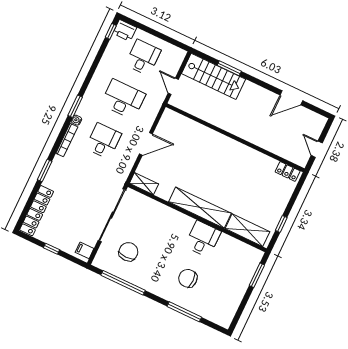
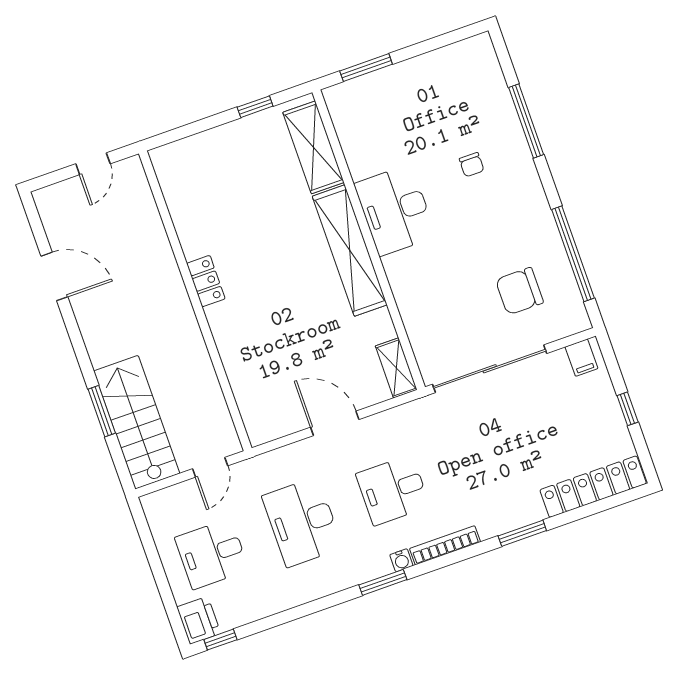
locker: (288, 171) -> (206, 281), moved
desk: (203, 239) -> (395, 210), width x1.37
chair: (188, 278) -> (472, 165), width x0.54, depth x0.54

